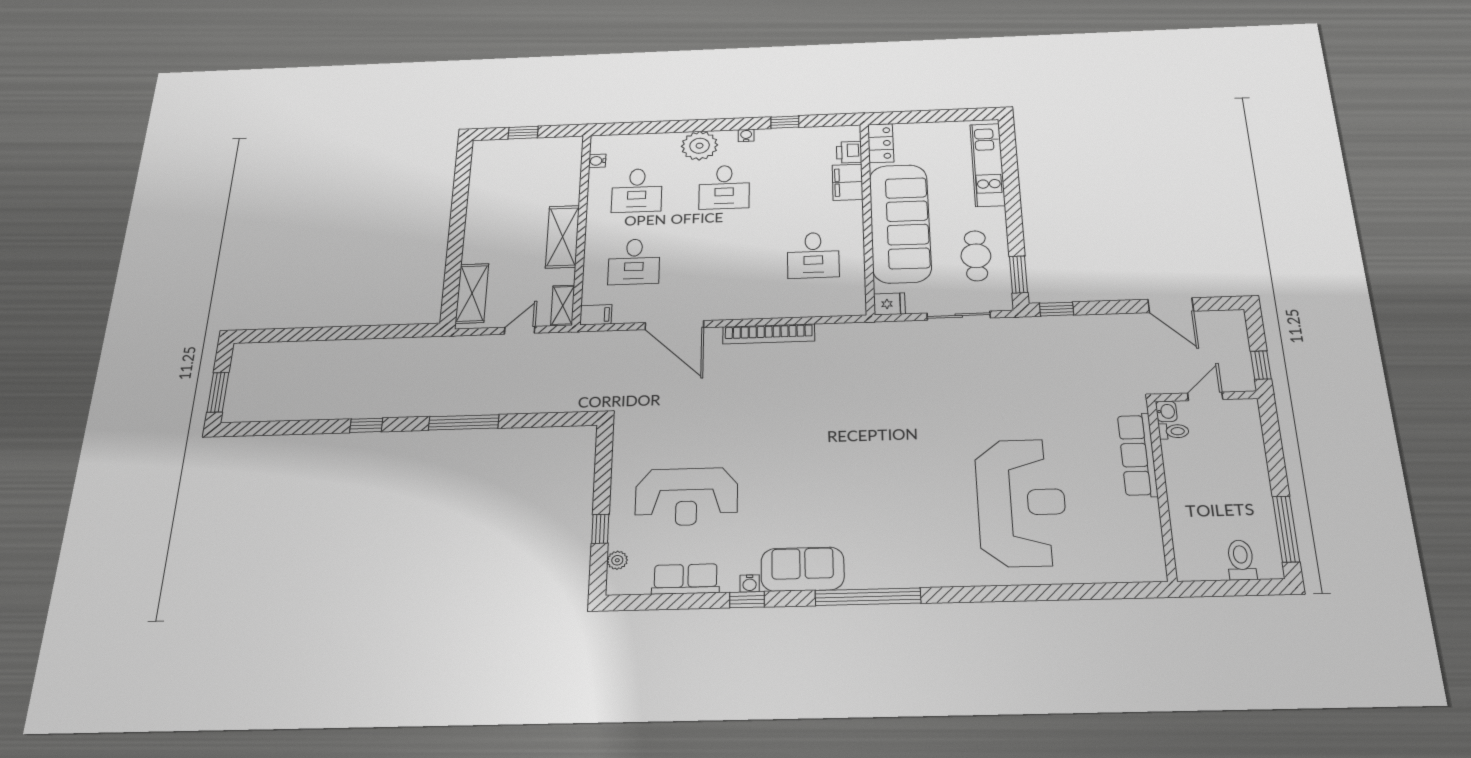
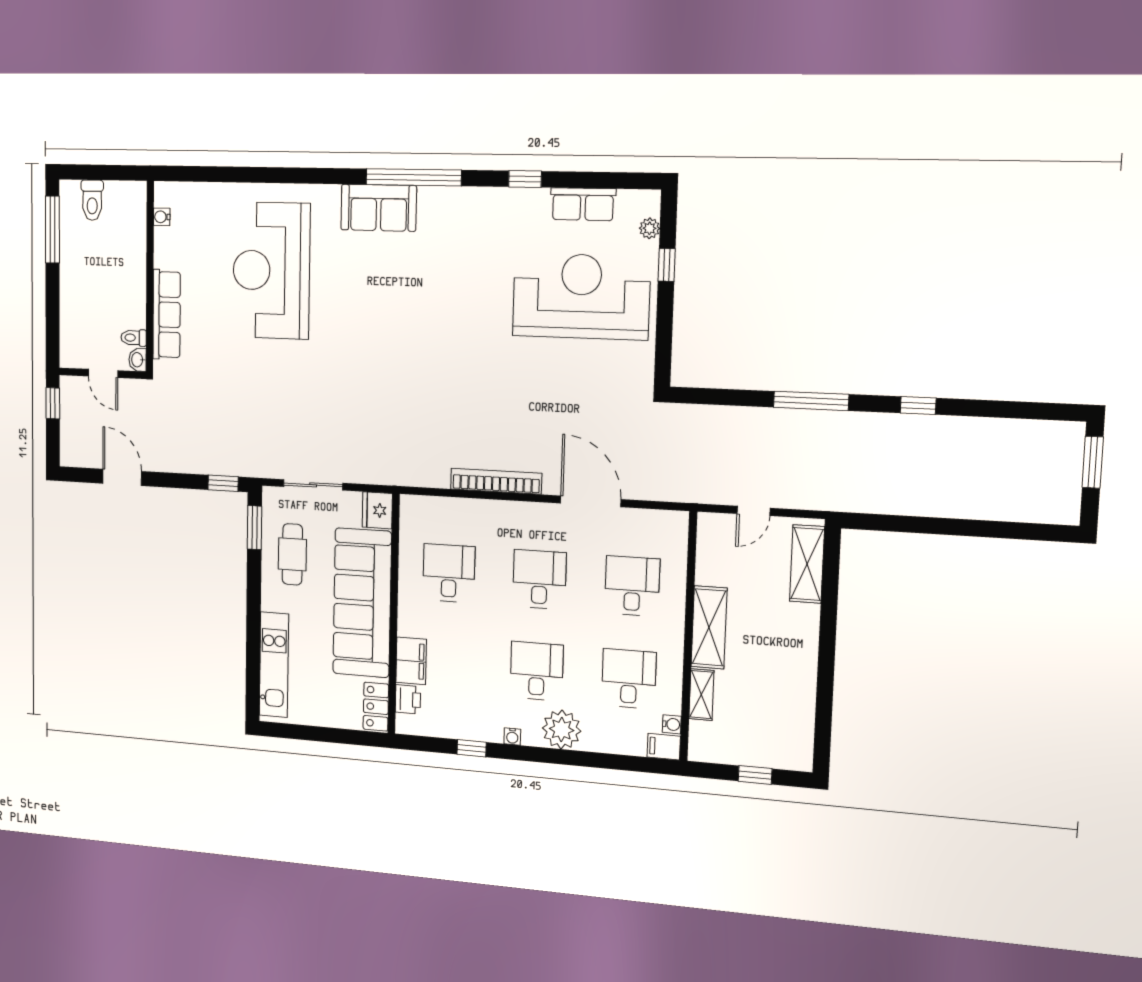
desk: (723, 258) -> (539, 579), added
fridge: (889, 304) -> (377, 510), width x1.38
shelving: (563, 305) -> (701, 695), moved
filing cabinet: (596, 315) -> (664, 747), moved
door: (1205, 396) -> (103, 373), hinge flipped
reception desk: (686, 497) -> (581, 296), width x1.36, depth x1.30
sofa: (803, 569) -> (379, 208), moved
water cooler: (750, 583) -> (162, 217), moved, turned -90

